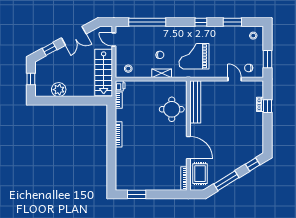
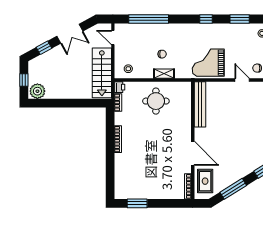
grand piano: (194, 56) -> (208, 63), moved
plant: (59, 90) -> (37, 91), moved
round table: (172, 109) -> (156, 101), moved

